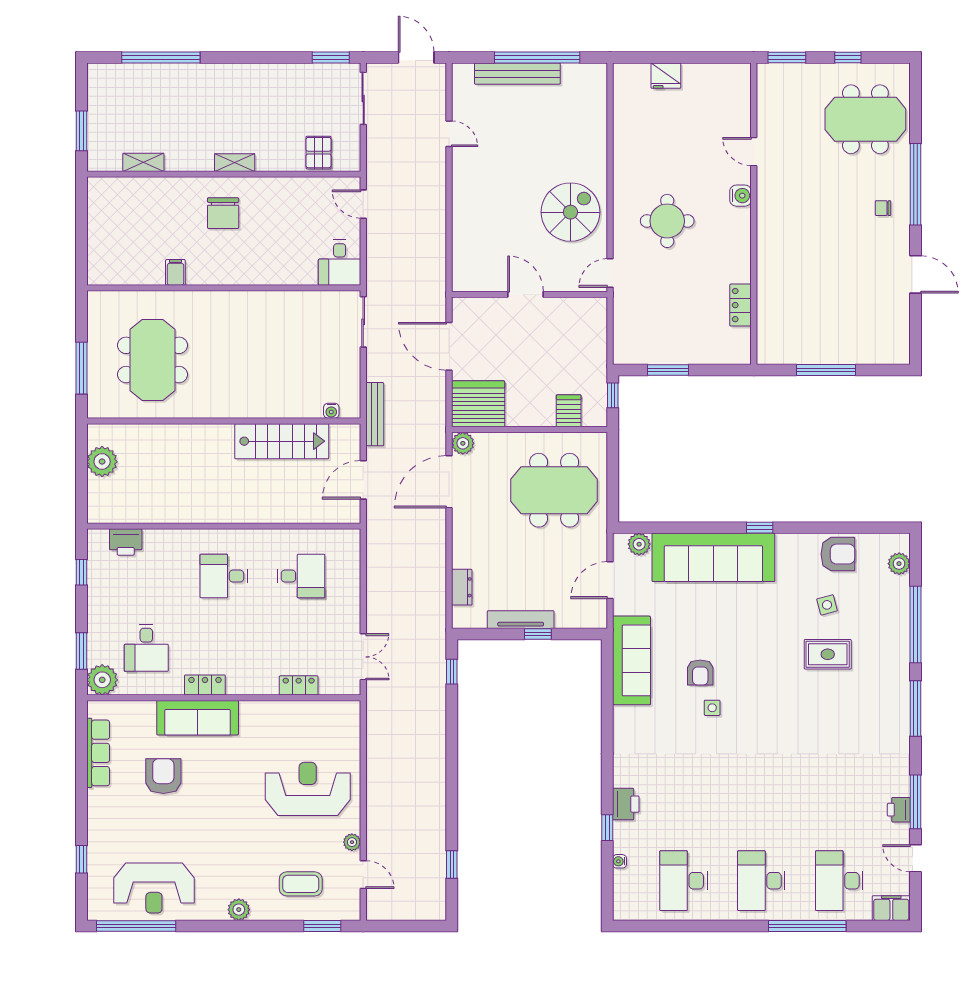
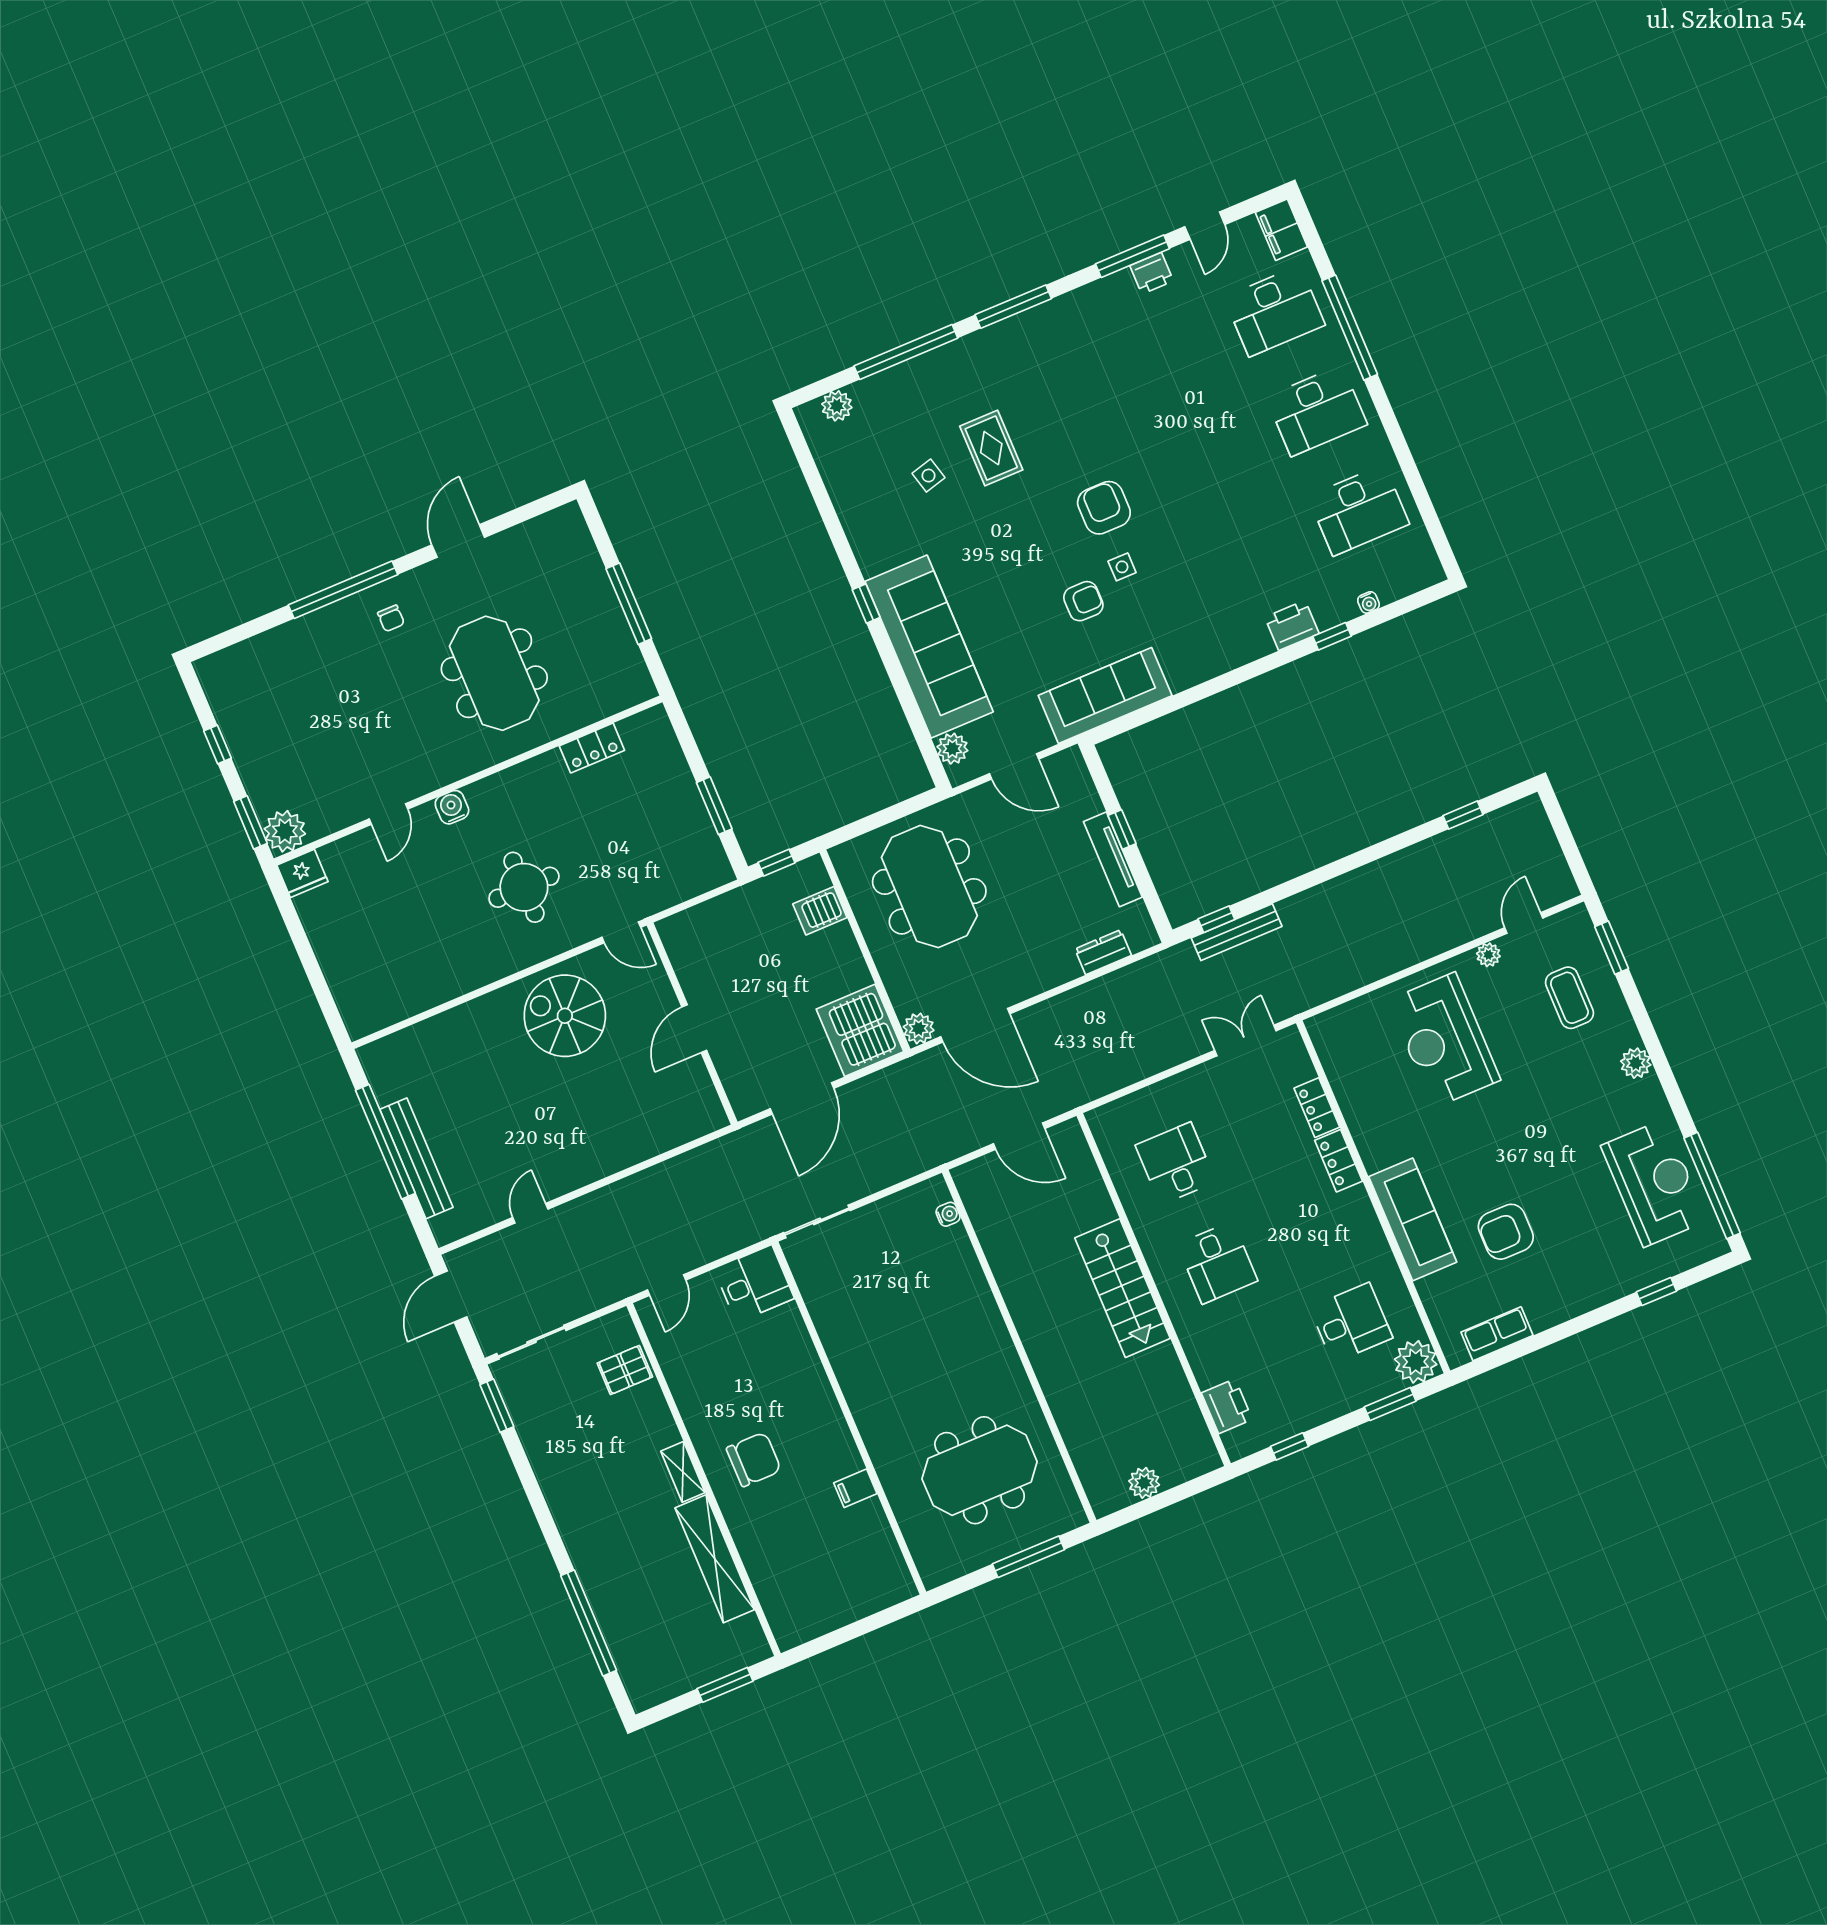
fridge: (666, 76) -> (302, 873), moved, turned 90
plant: (771, 78) -> (285, 831), added
meeting table: (865, 119) -> (494, 673), moved
shelving: (143, 162) -> (715, 1559), width x2.20, depth x1.33
bench: (375, 414) -> (1237, 932), moved
stairs: (282, 441) -> (1123, 1288), moved, turned 180
plant: (102, 462) -> (1144, 1483), width x0.73, depth x0.73
armchair: (838, 554) -> (1104, 508), moved
locker: (205, 685) -> (1339, 1161), moved
row of seats: (98, 753) -> (1497, 1334), width x0.68

